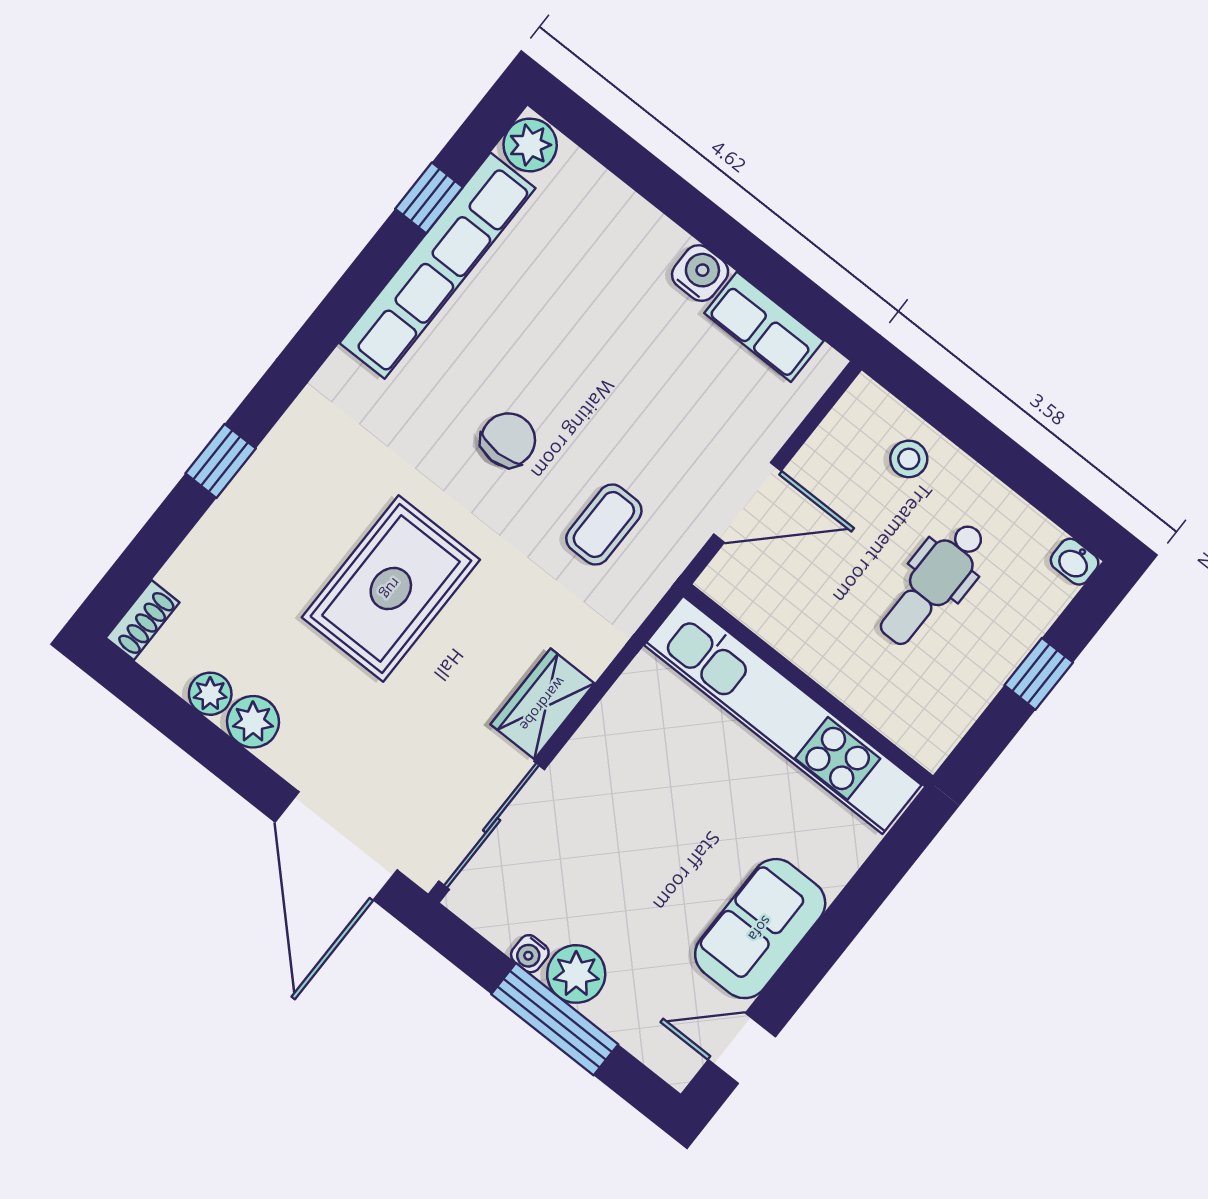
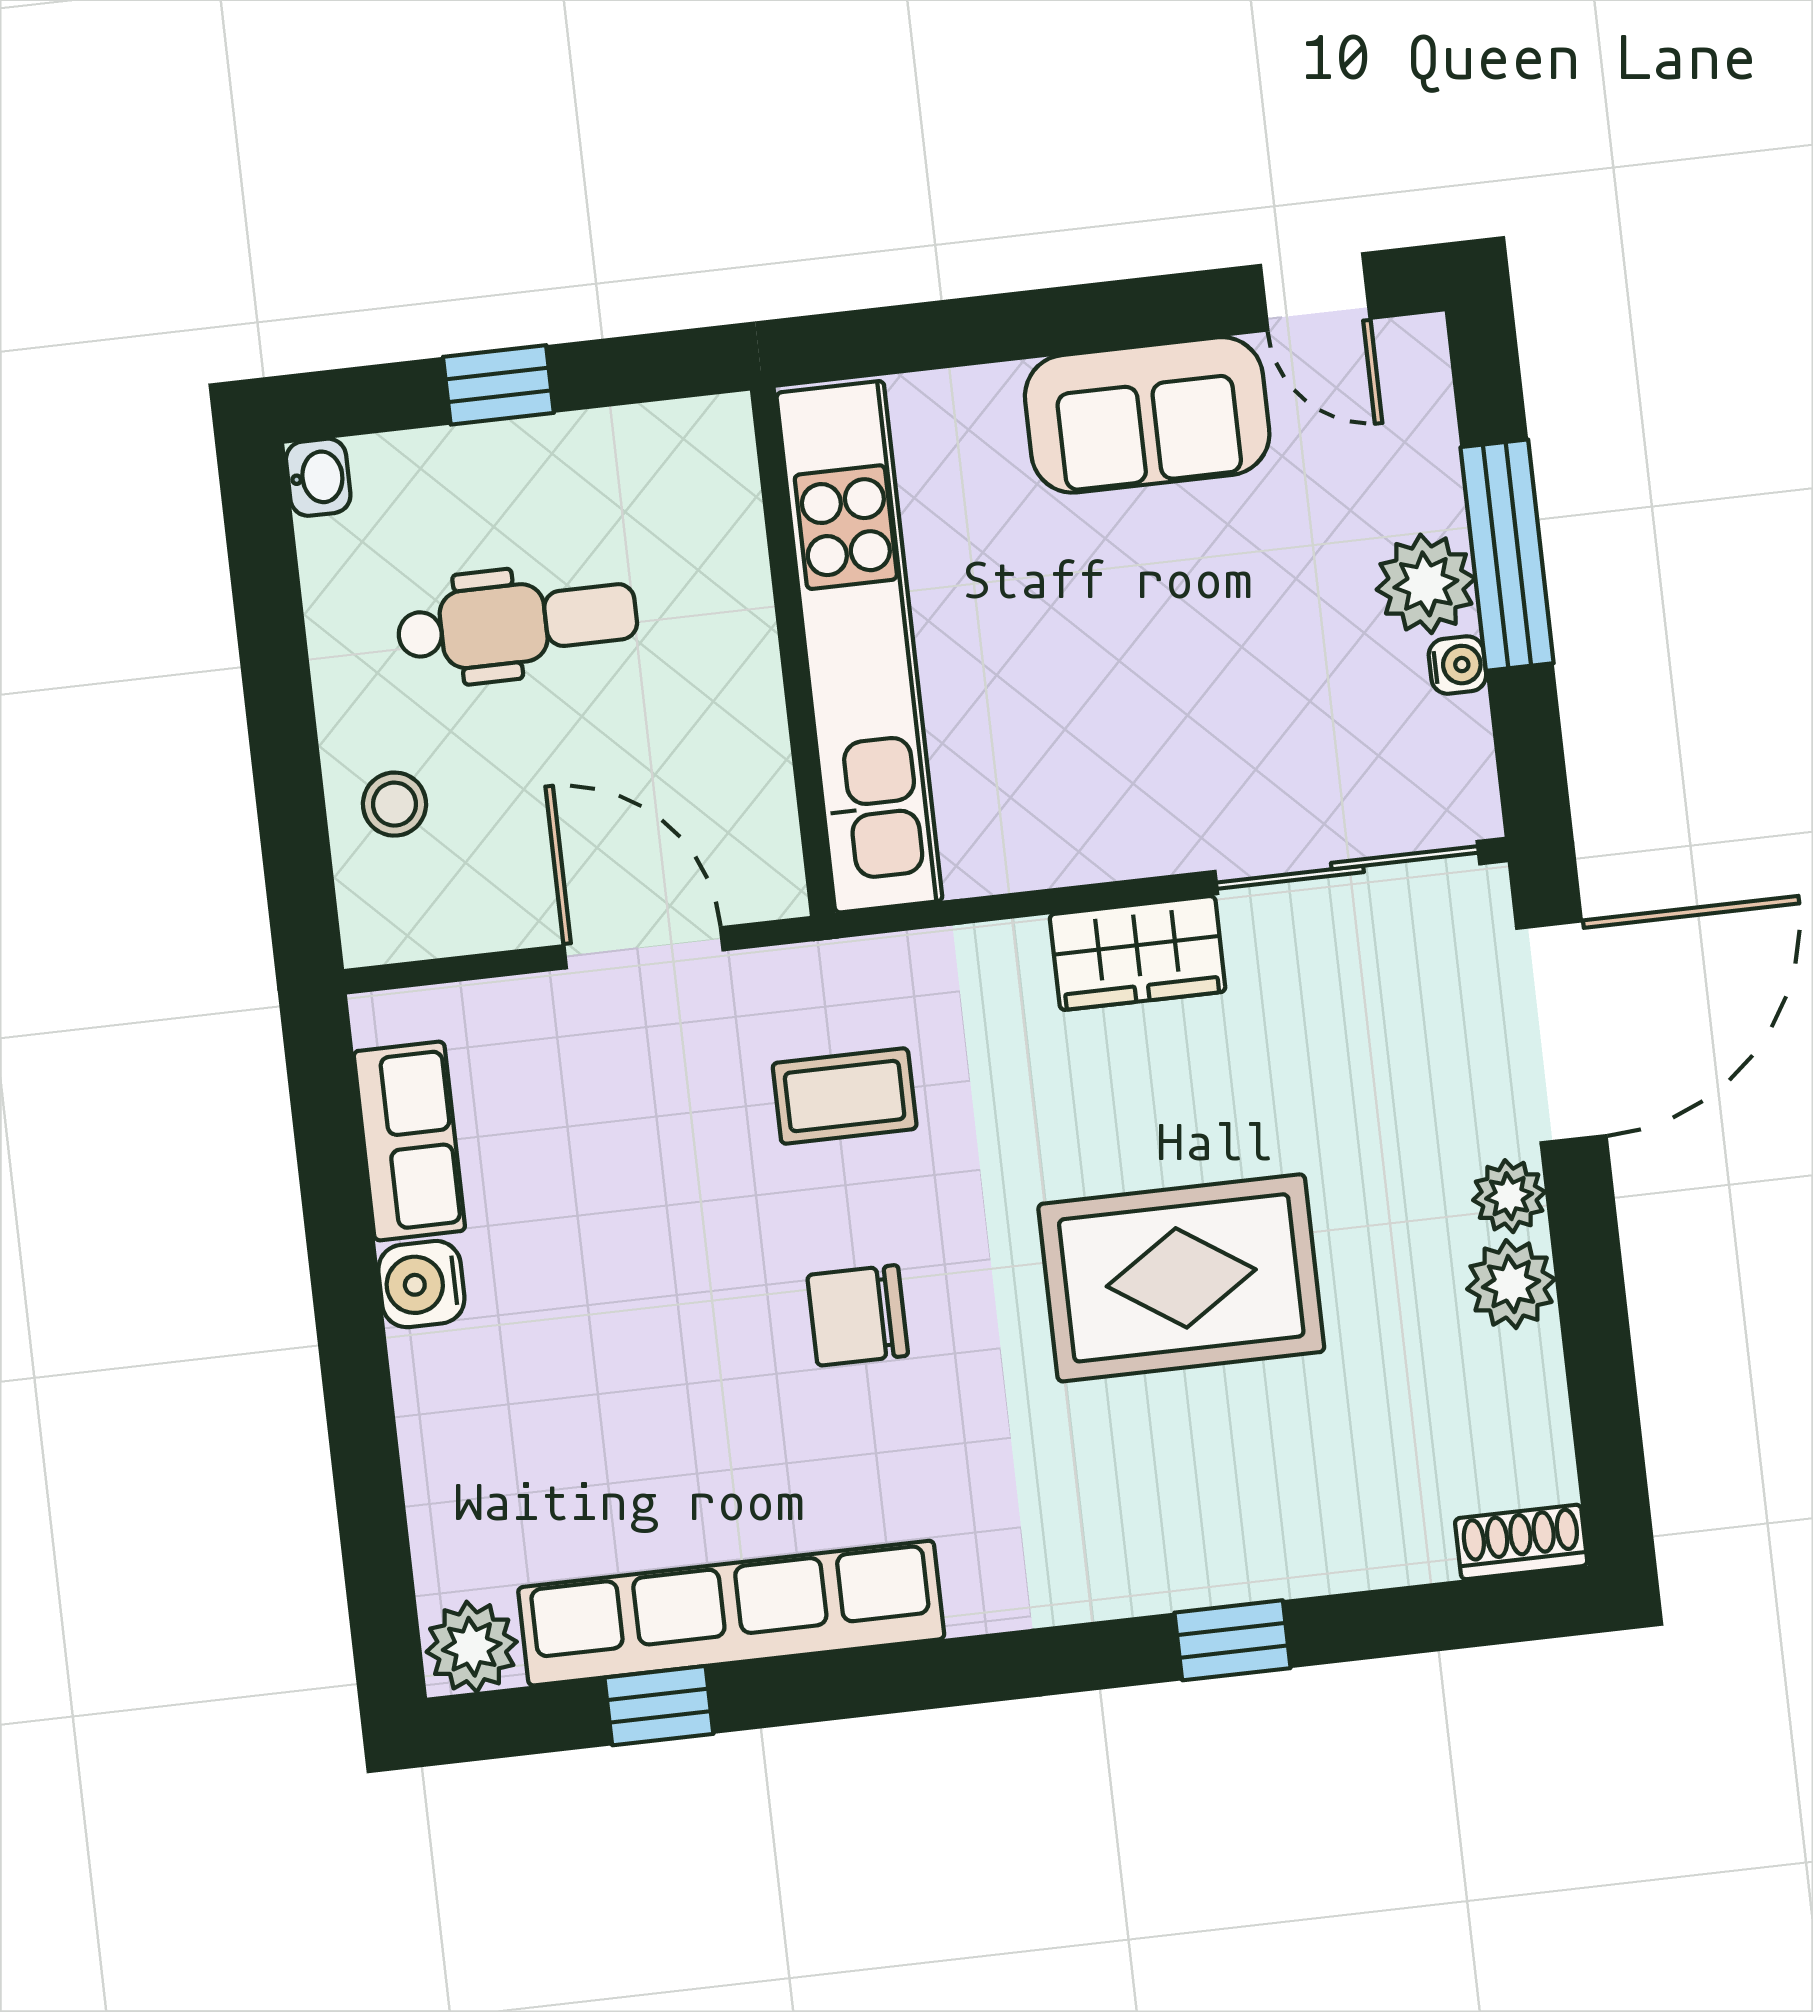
plant: (210, 694) -> (1509, 1196), moved

